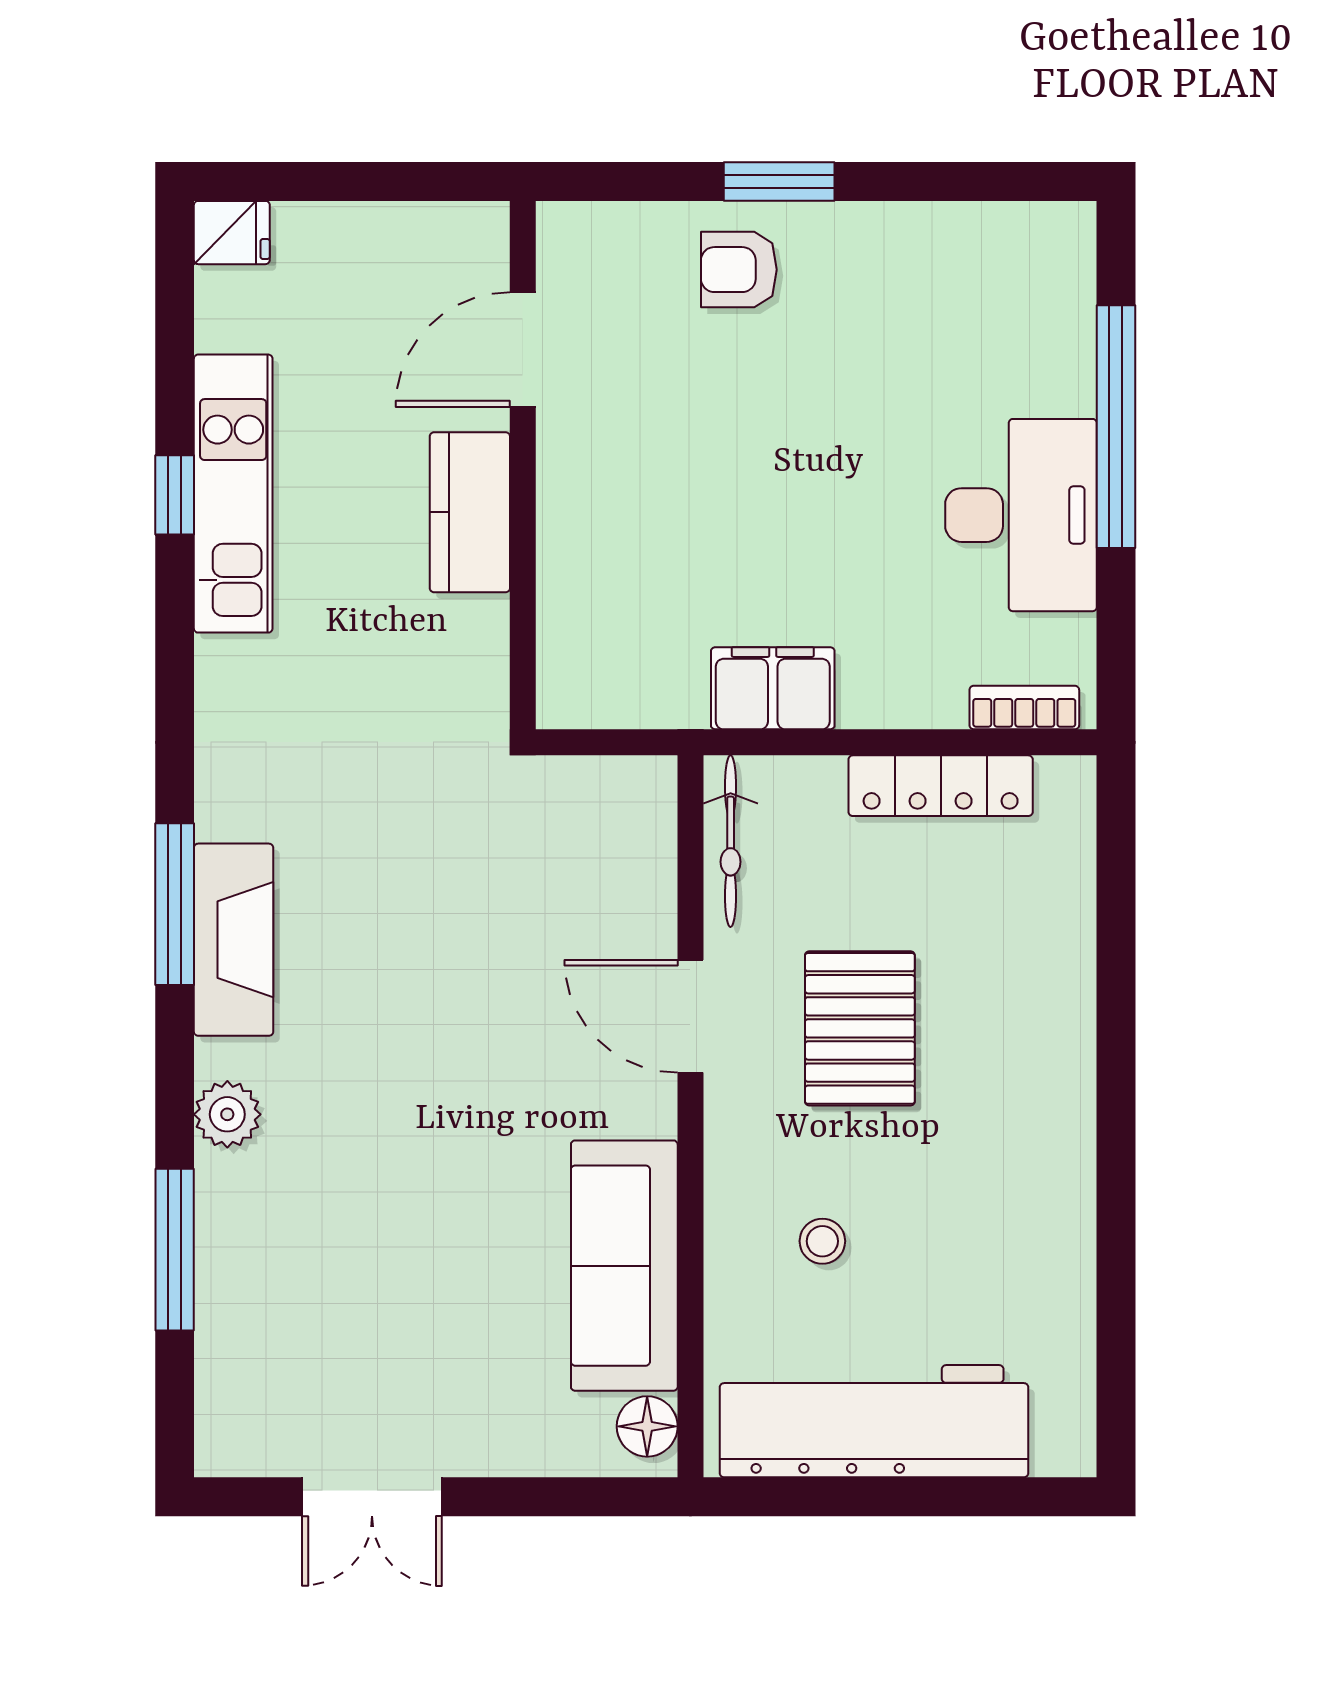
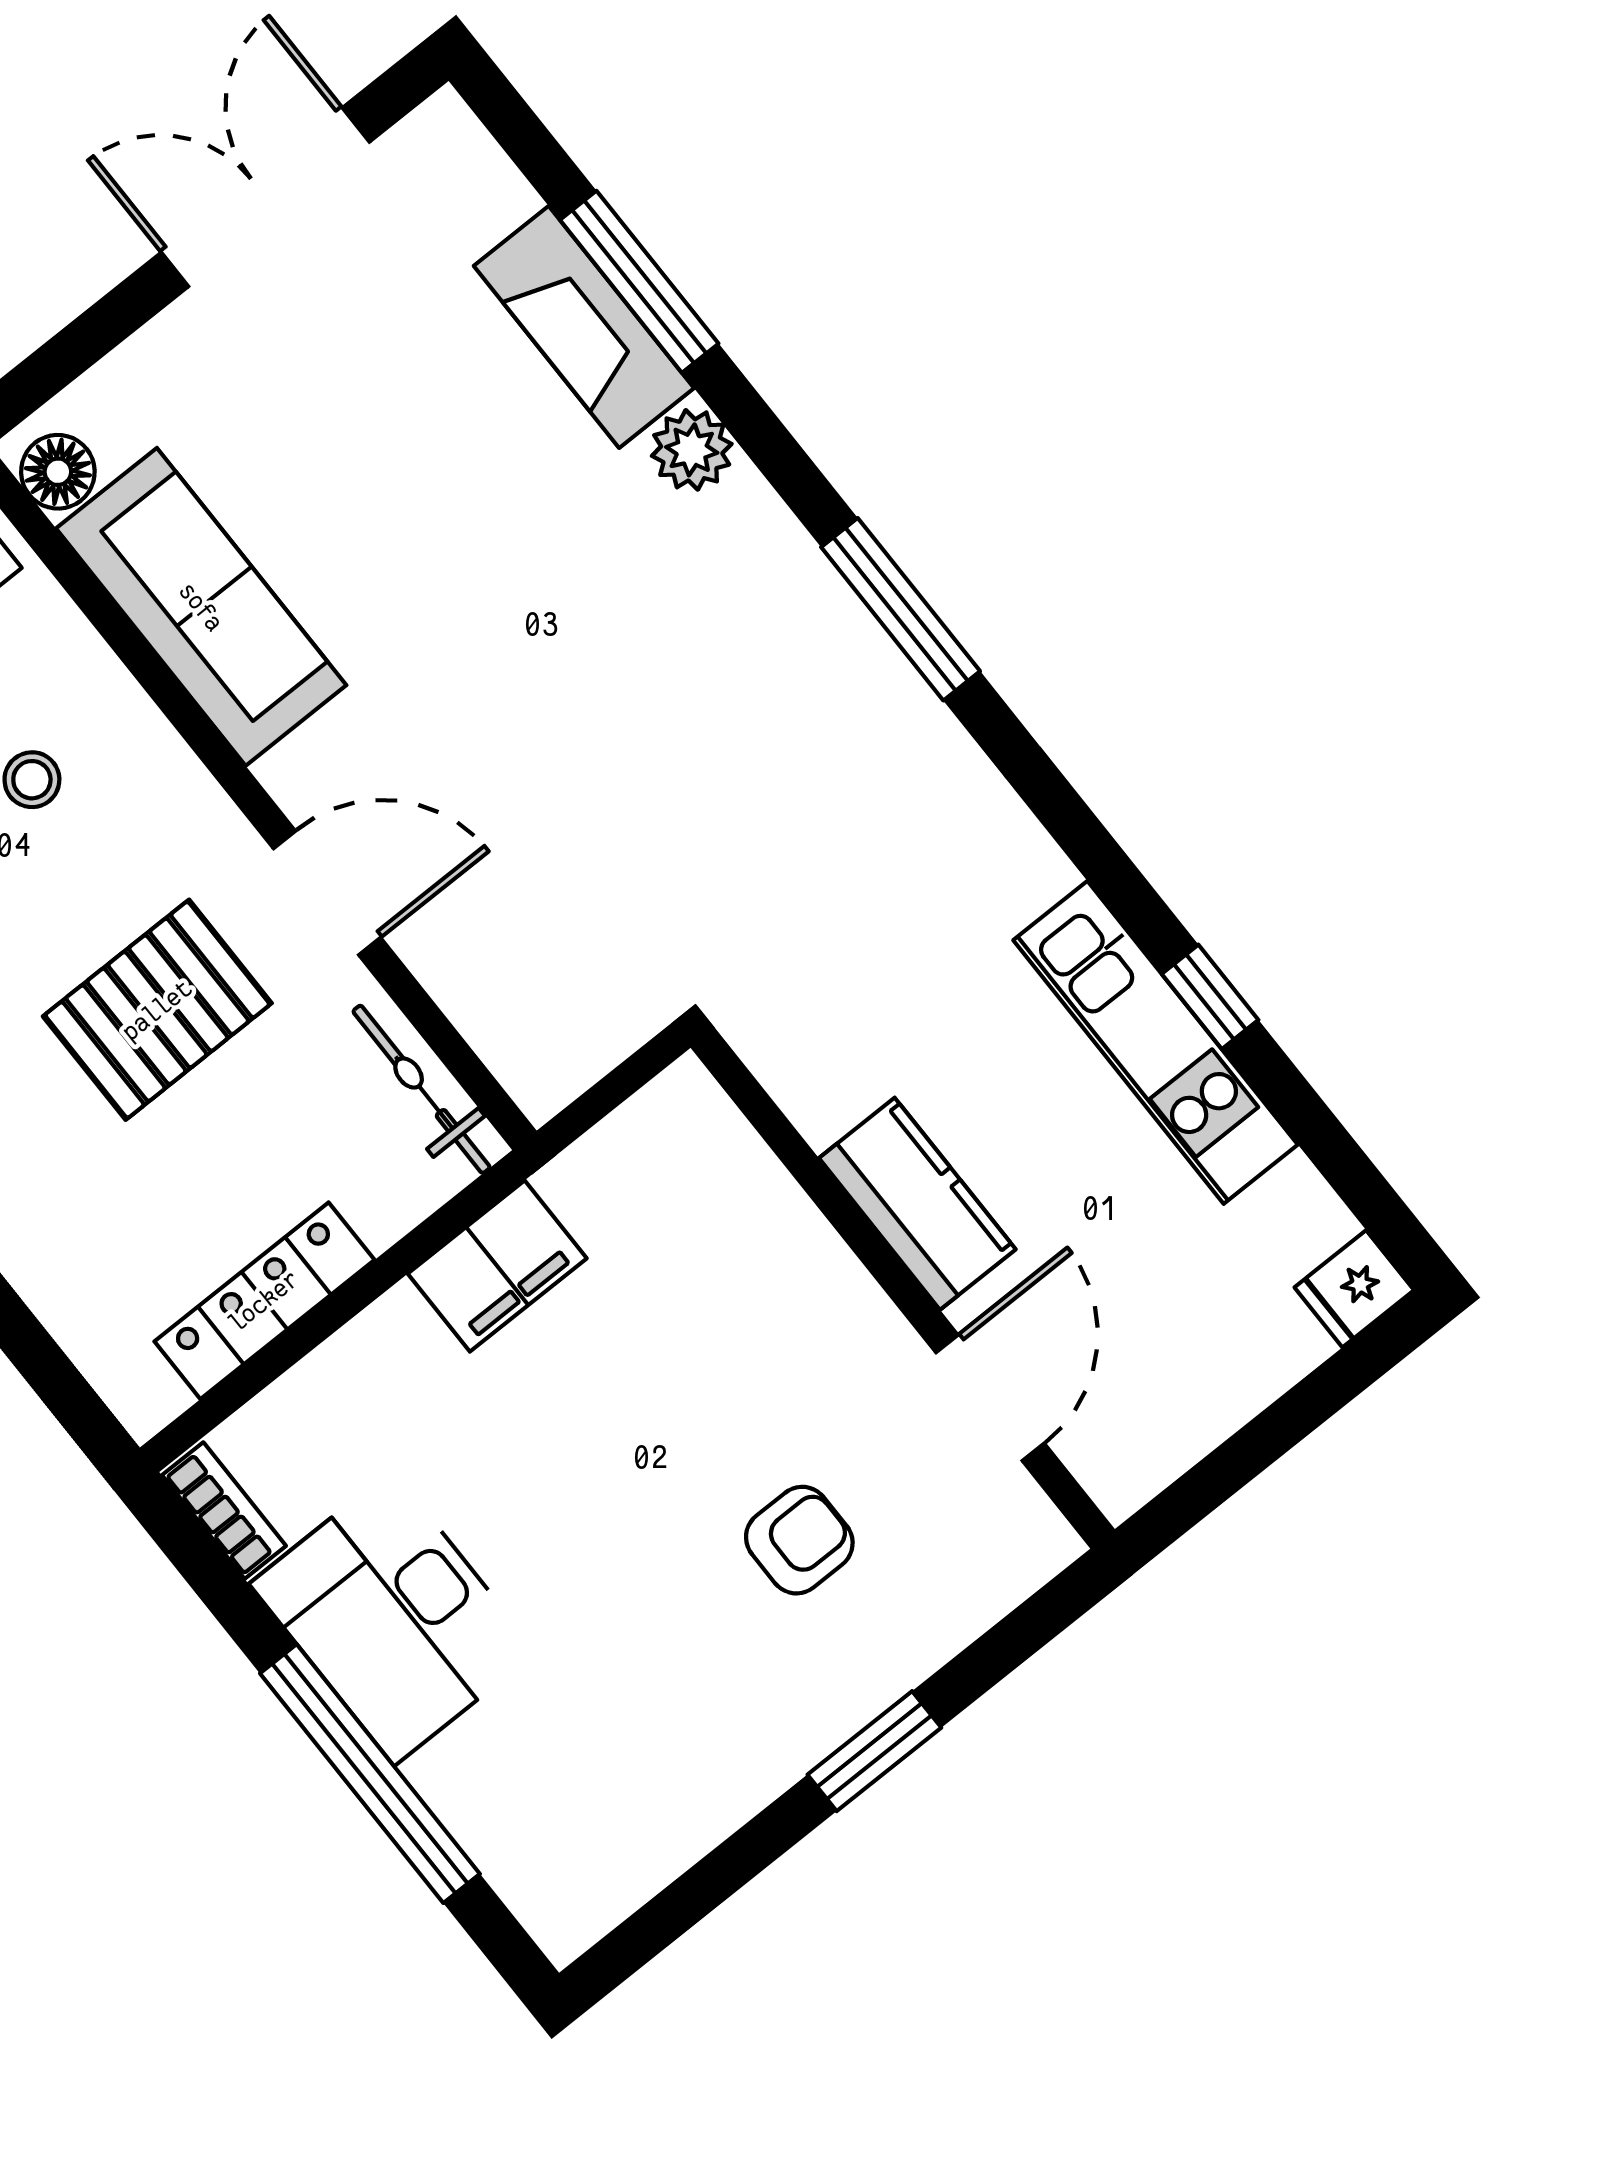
armchair: (739, 270) -> (799, 1540), moved
bookcase: (1024, 708) -> (224, 1511), moved, turned -90
fireplace: (234, 940) -> (584, 327), moved
pallet: (860, 1028) -> (157, 1010), turned 90
double door: (372, 1497) -> (265, 197), width x1.37

